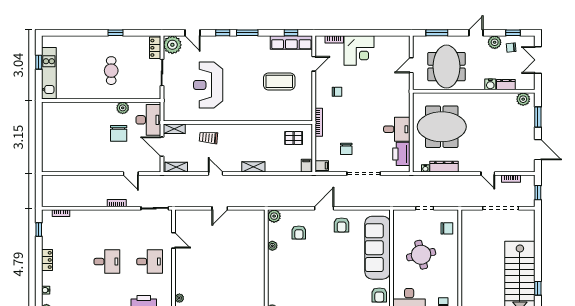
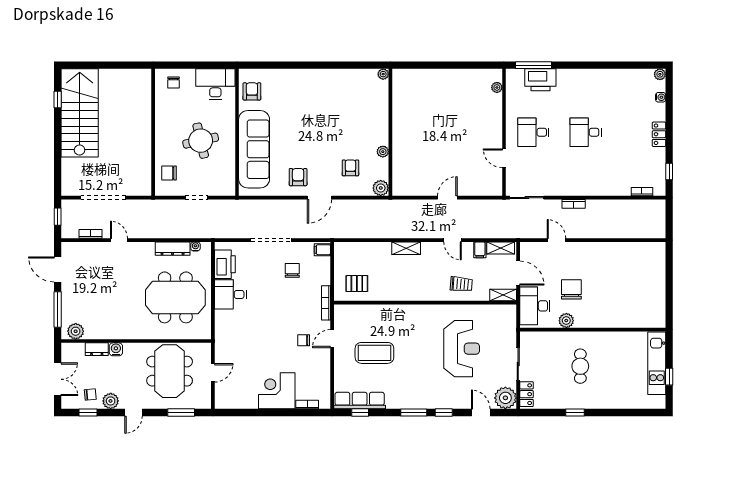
door: (314, 64) -> (332, 339), moved
window: (538, 117) -> (58, 309), width x1.44
filing cabinet: (306, 166) -> (480, 250), moved

